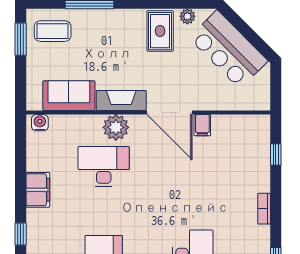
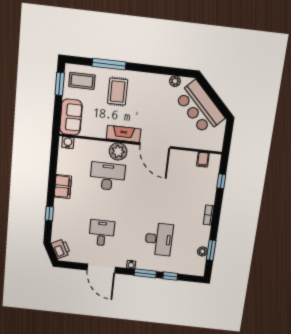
rug: (160, 31) -> (118, 92), moved
sofa: (69, 96) -> (71, 117), moved, turned 90
filing cabinet: (202, 125) -> (203, 160), moved

